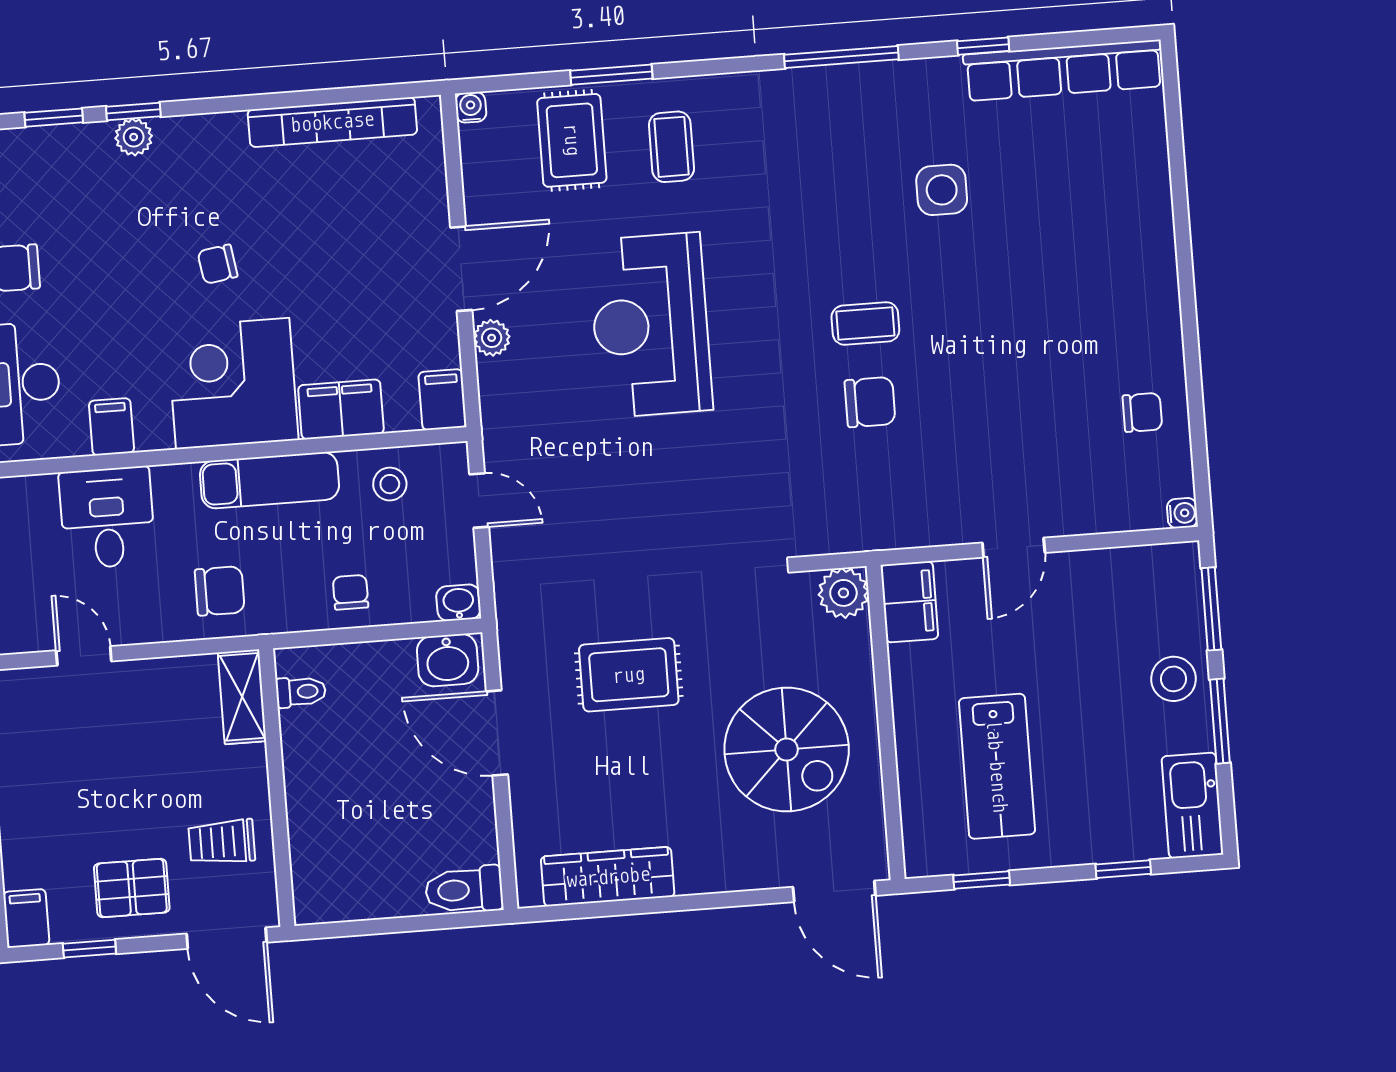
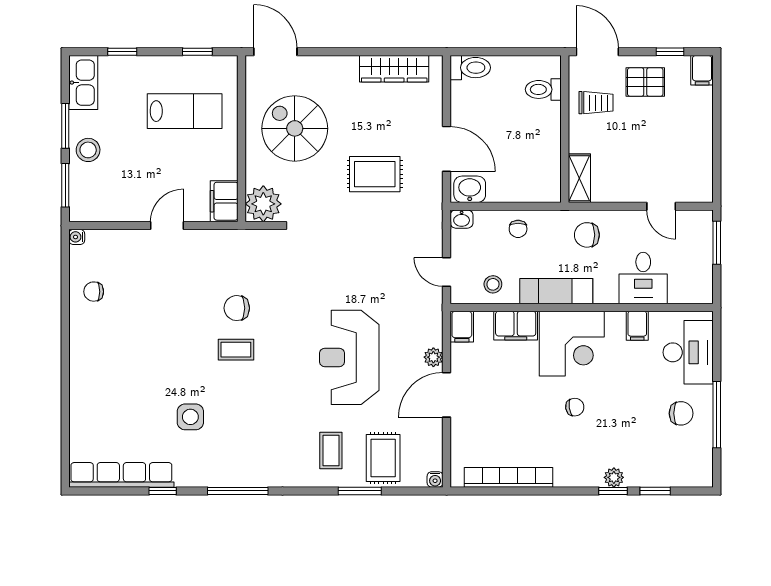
reception desk: (650, 325) -> (349, 357), turned 180
plant: (843, 593) -> (263, 204), width x1.36, depth x1.36
toilet: (301, 692) -> (543, 89), moved, width x1.37, depth x1.39
lab bench: (997, 766) -> (185, 111), turned 90

